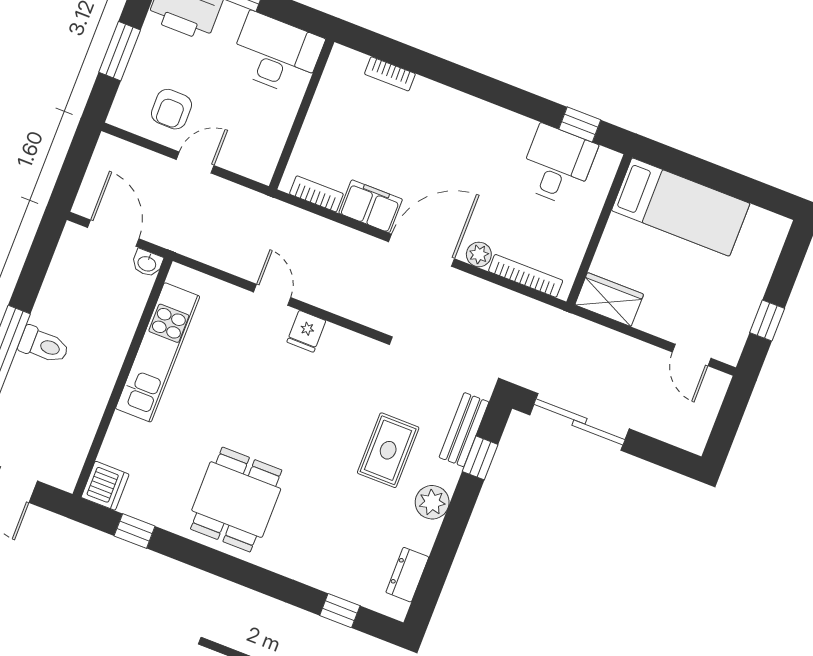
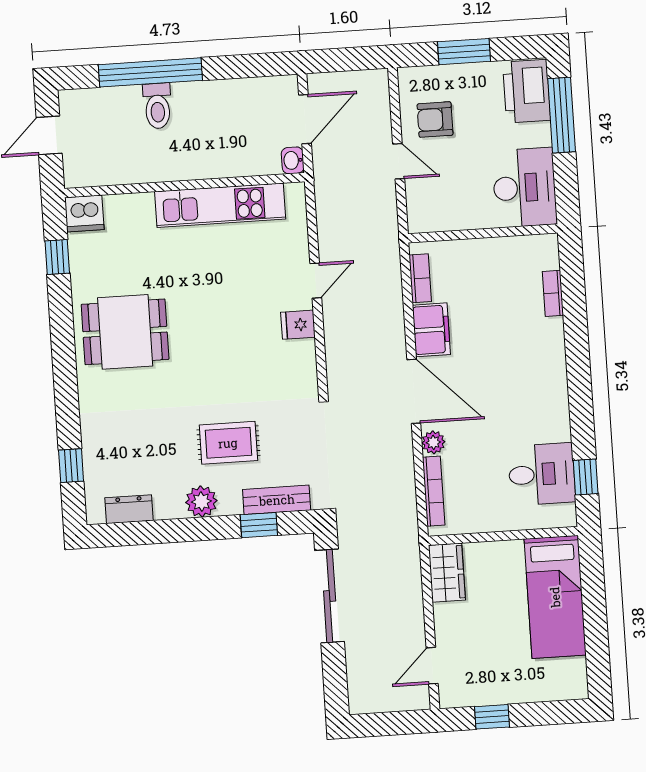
toilet: (44, 345) -> (157, 106), moved

